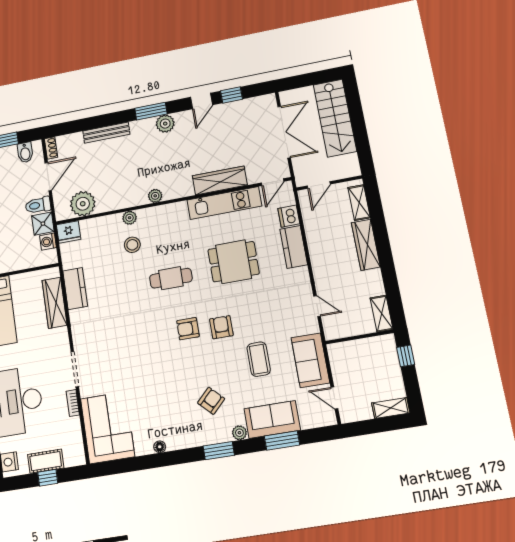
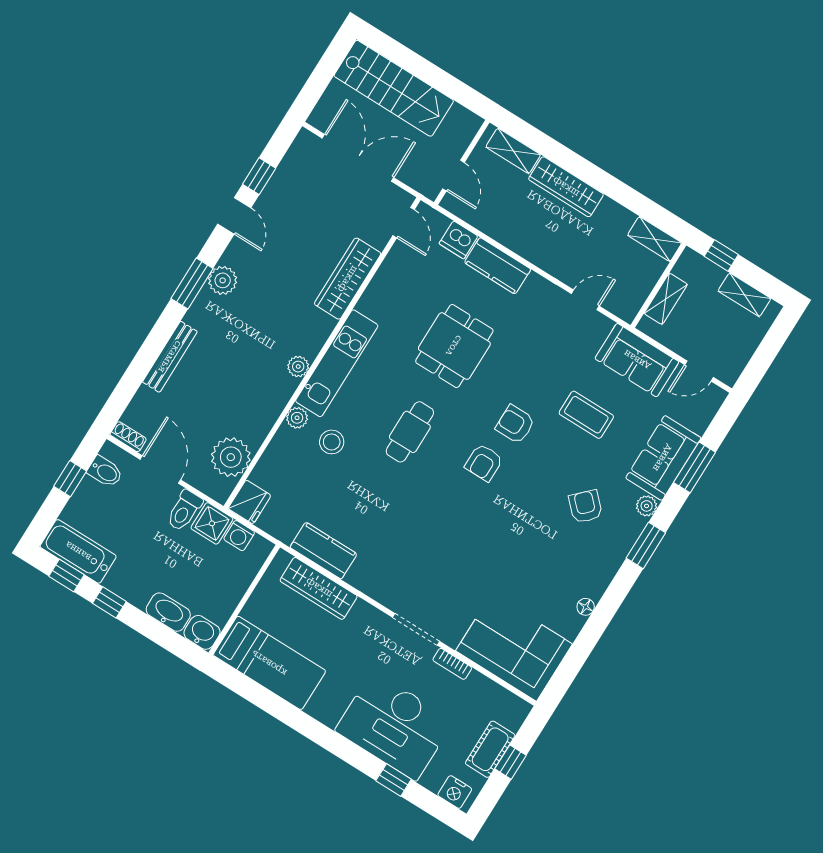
kitchen unit: (224, 203) -> (337, 363), moved
shelving: (356, 347) -> (666, 299), added
shelving: (391, 408) -> (744, 295), moved, turned 90

